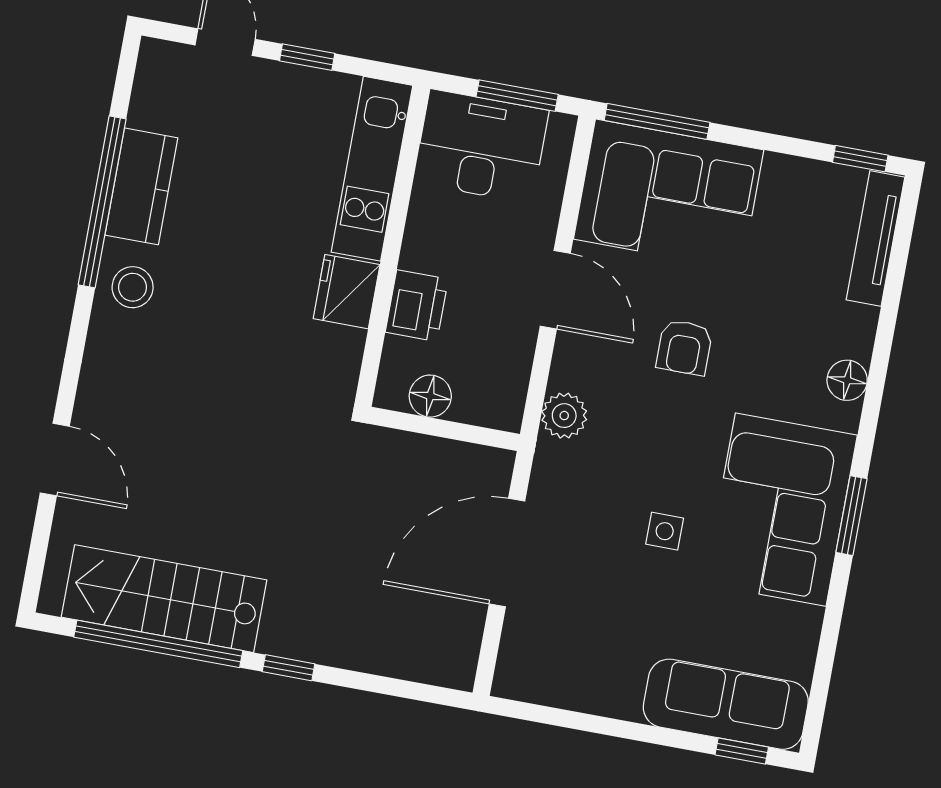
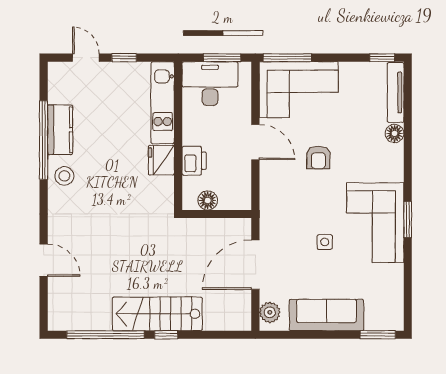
floor lamp: (847, 380) -> (395, 133), moved
plant: (564, 416) -> (270, 312), moved
stairs: (164, 599) -> (157, 314), moved
sofa: (726, 704) -> (326, 315), moved
window: (742, 751) -> (378, 335), width x1.50

